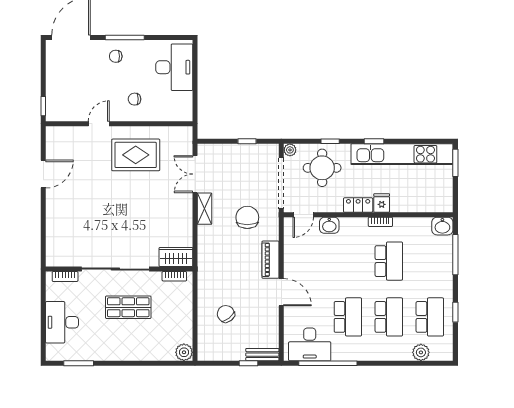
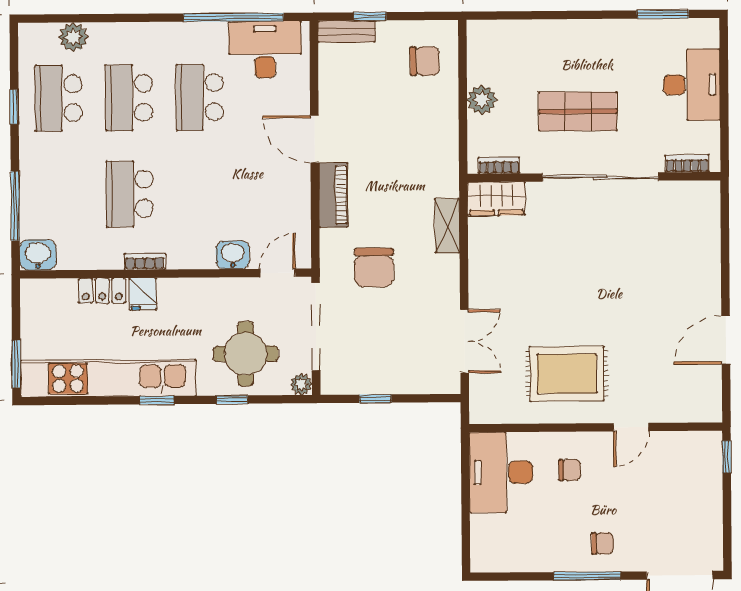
desk: (174, 67) -> (501, 472), moved
locker: (358, 205) -> (102, 291), moved
shelving: (205, 209) -> (447, 226), moved
chair: (226, 314) -> (425, 61), moved, turned -52
plant: (184, 352) -> (482, 100), moved

